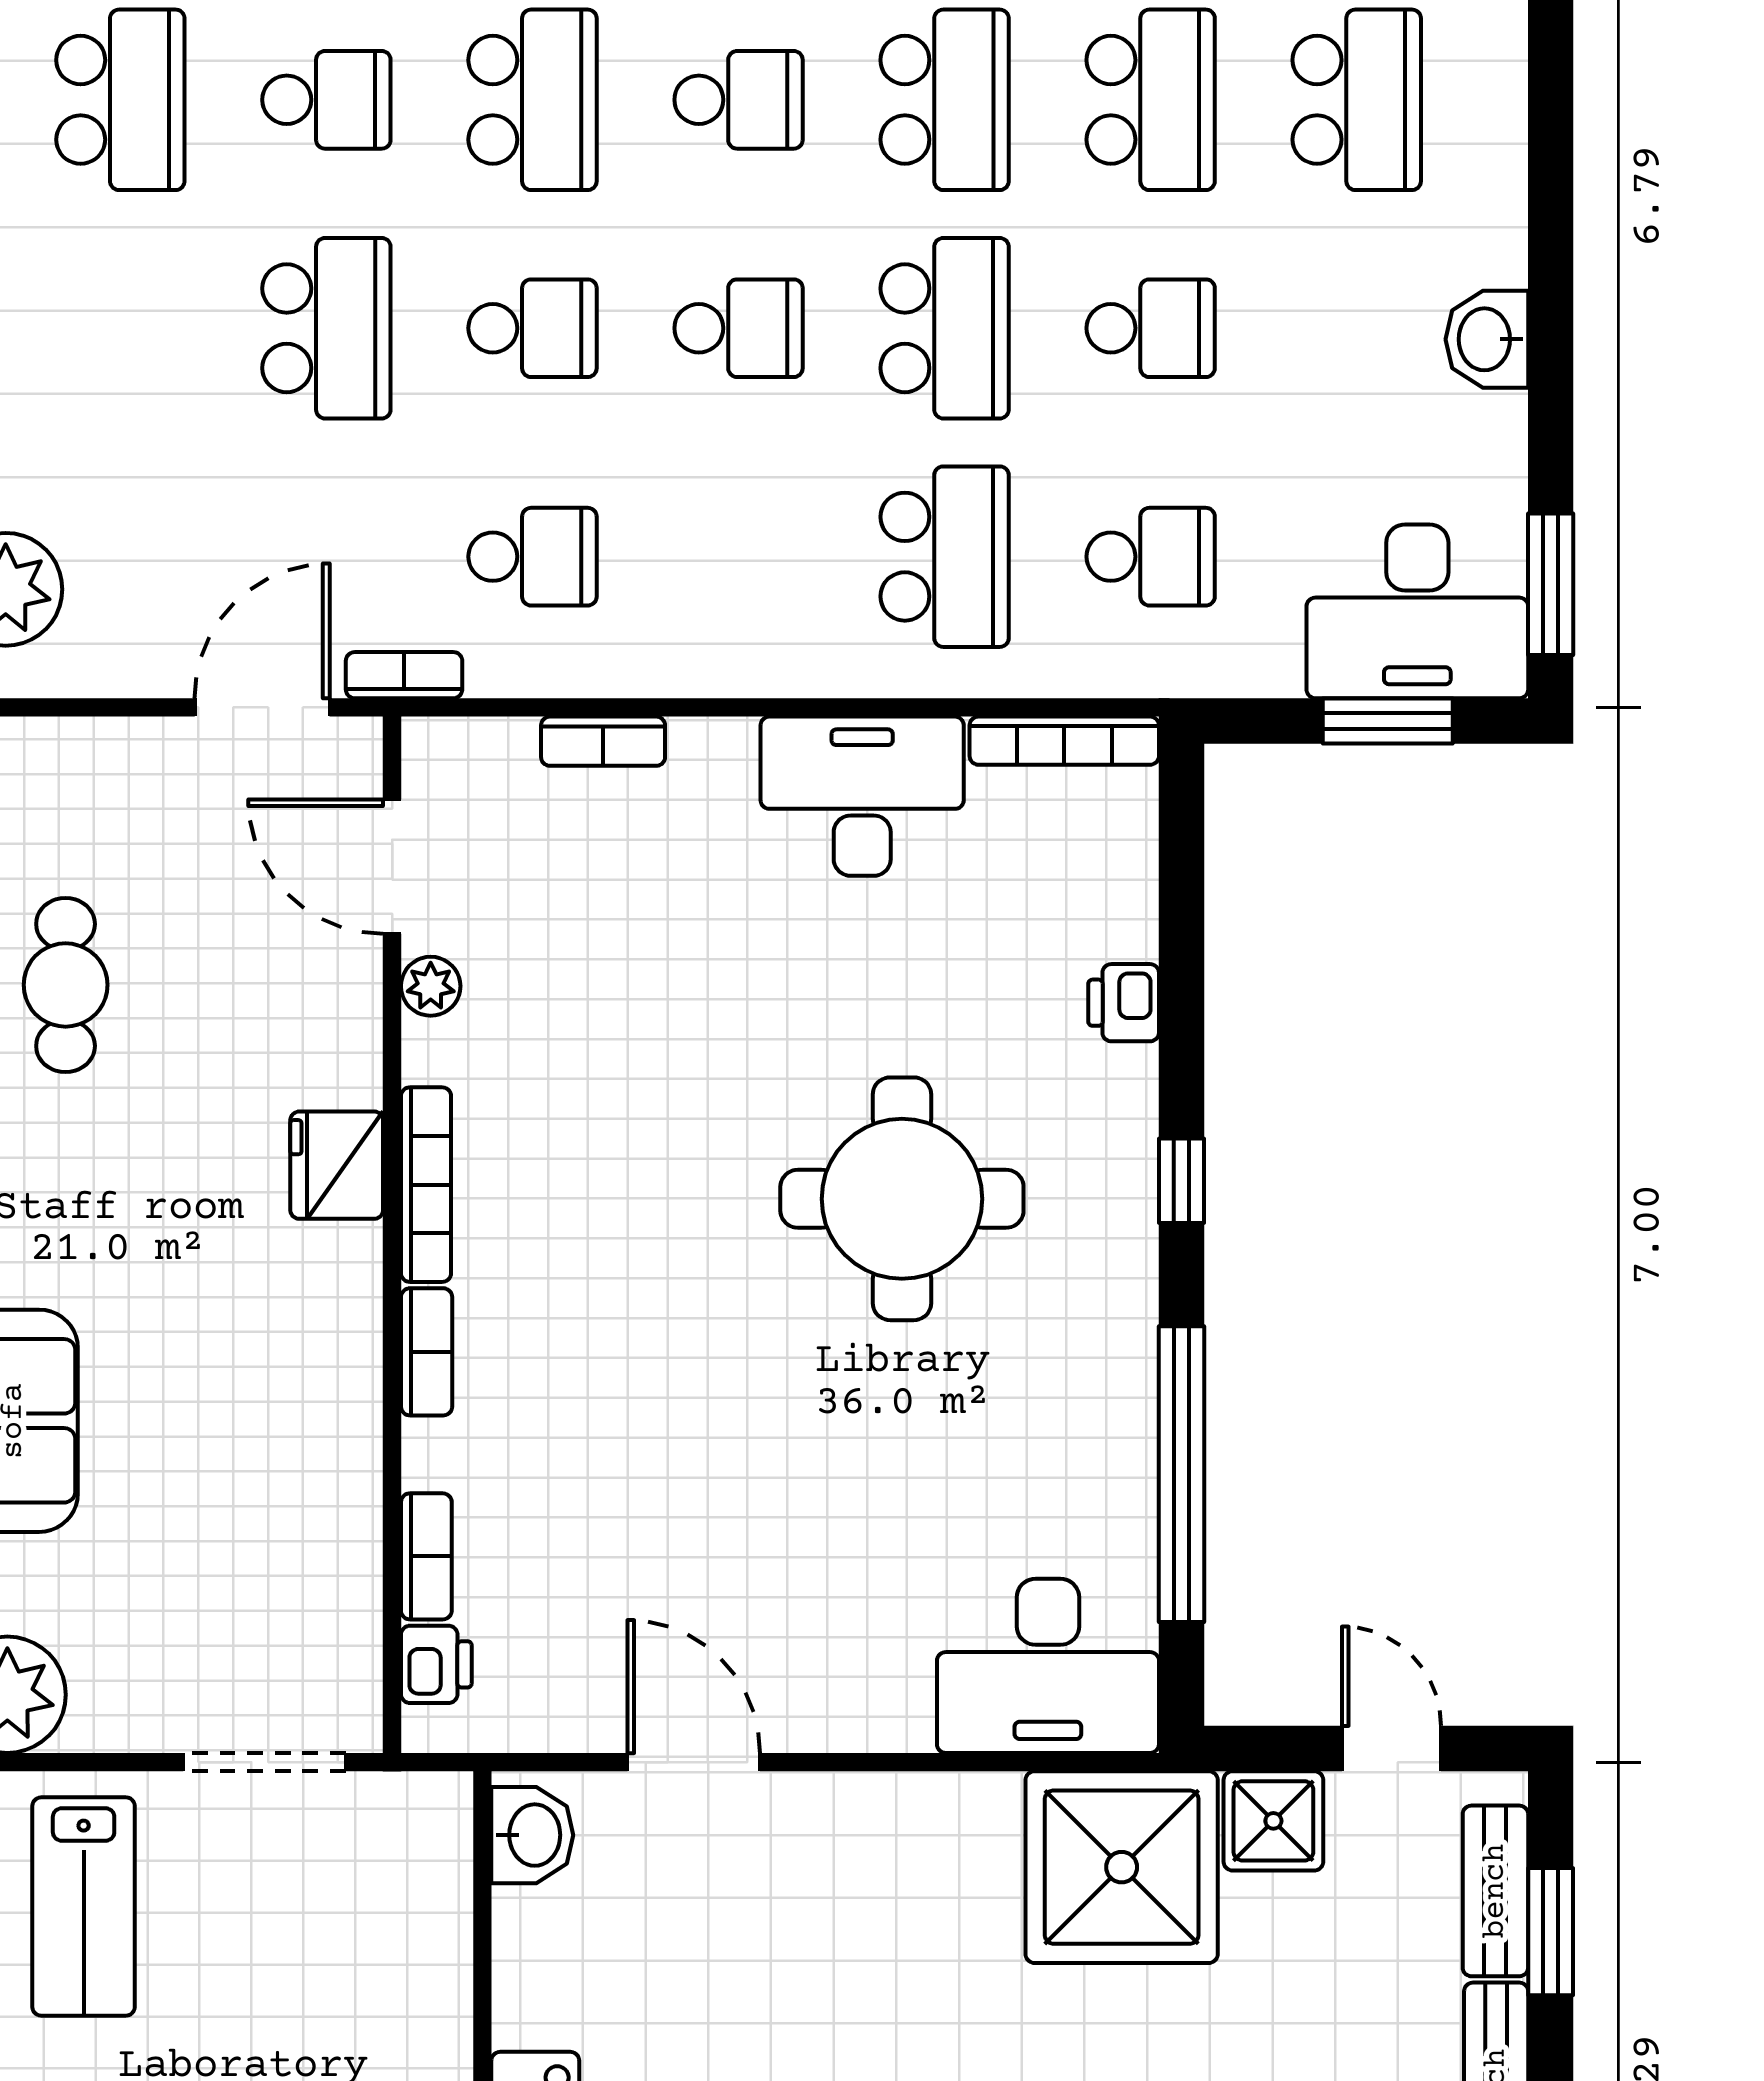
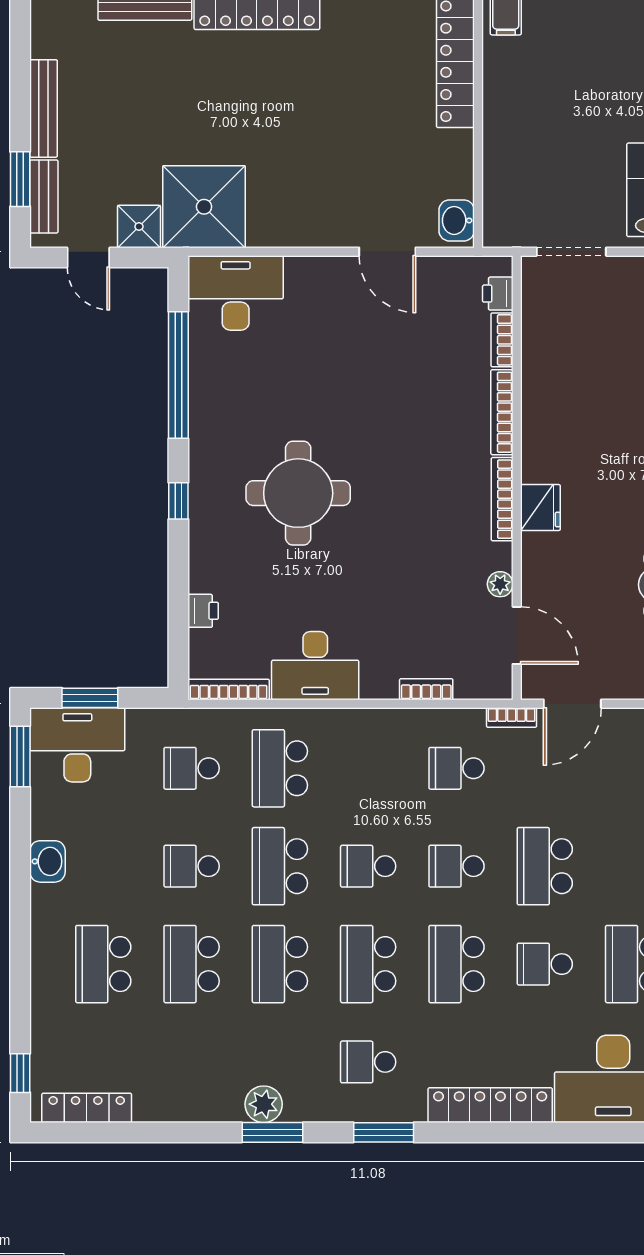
school desk: (739, 100) -> (368, 964), width x1.85
printer: (1124, 1003) -> (203, 611), moved
bookcase: (427, 1352) -> (502, 412), width x1.56

